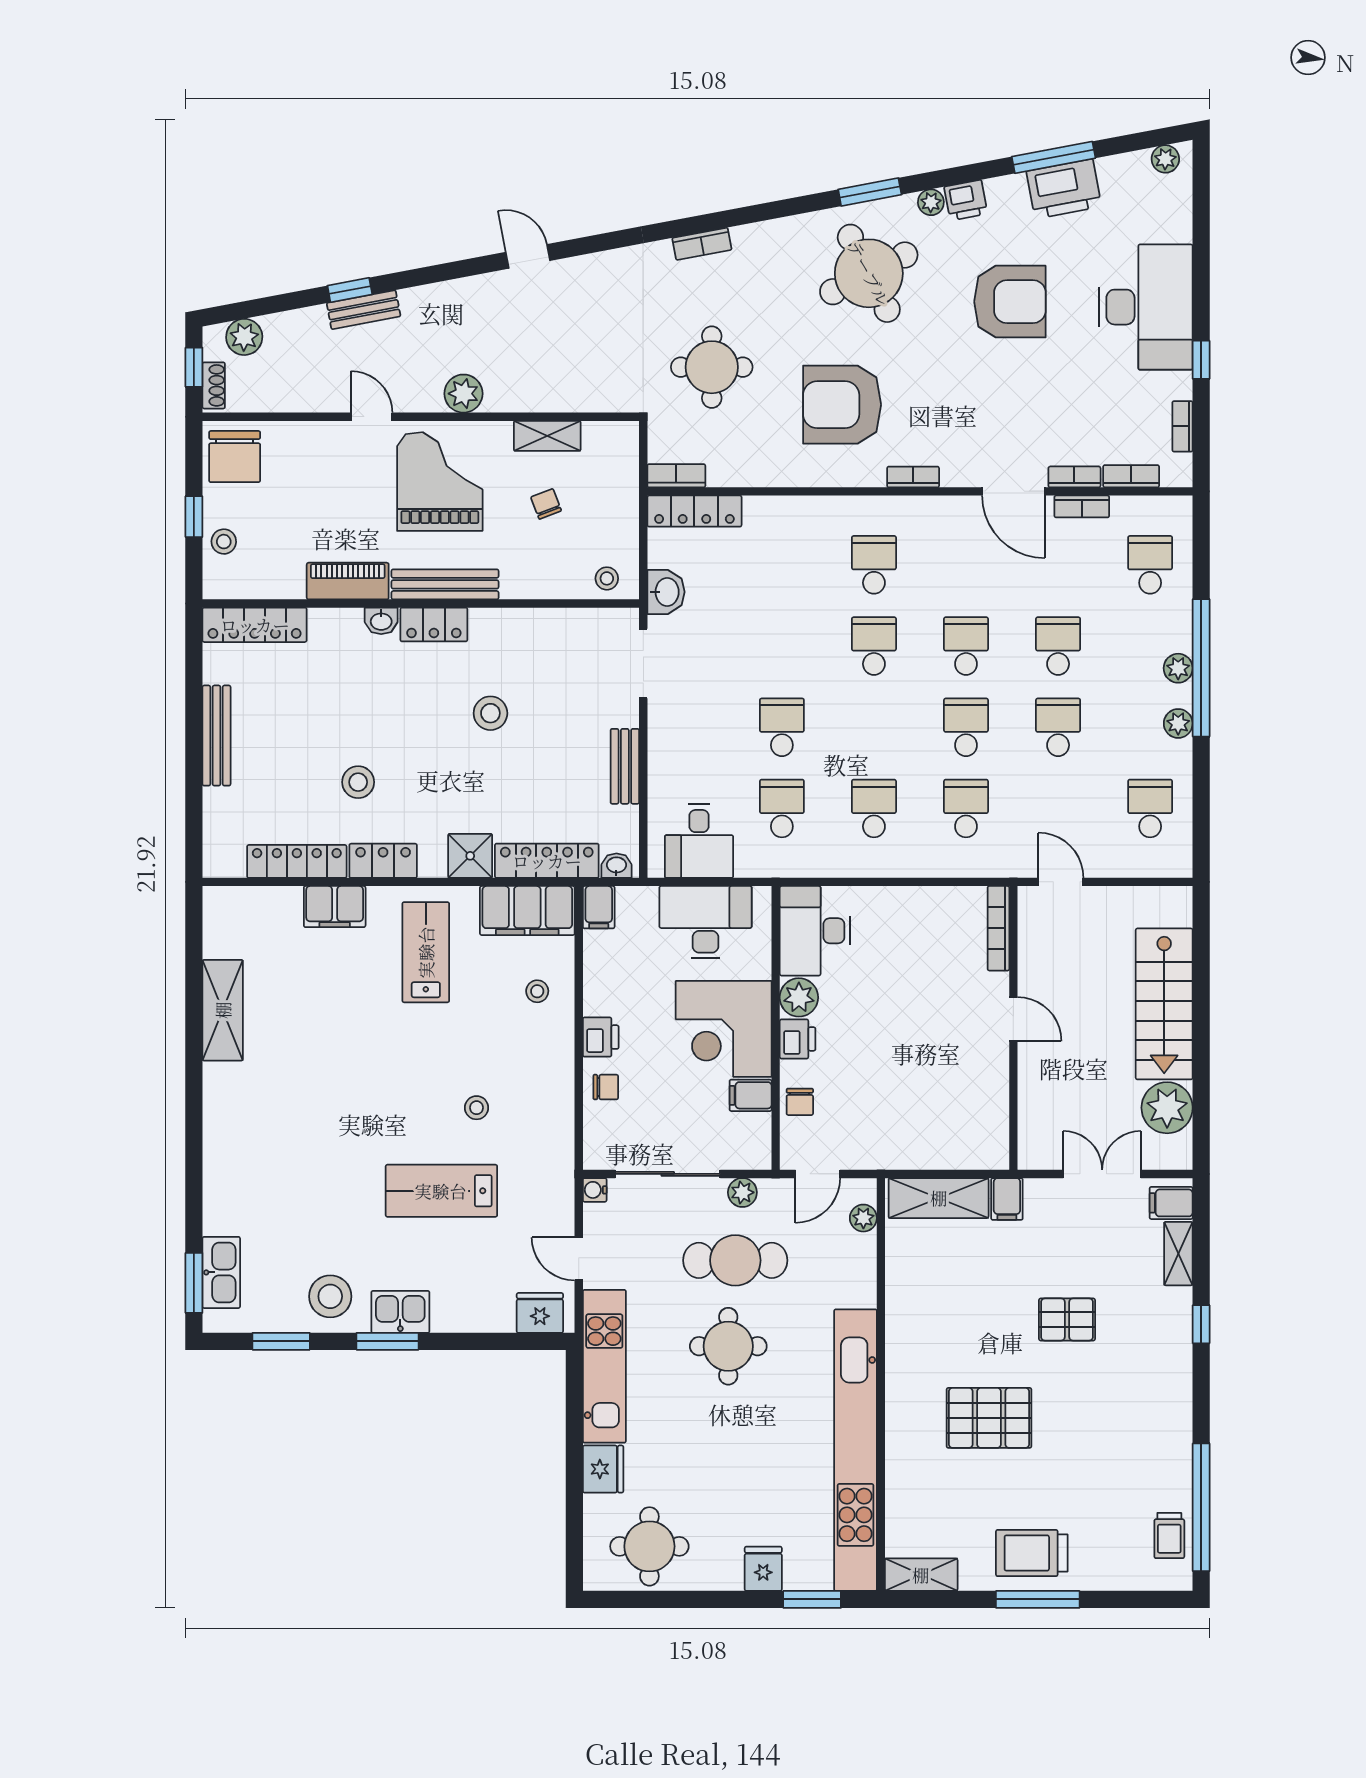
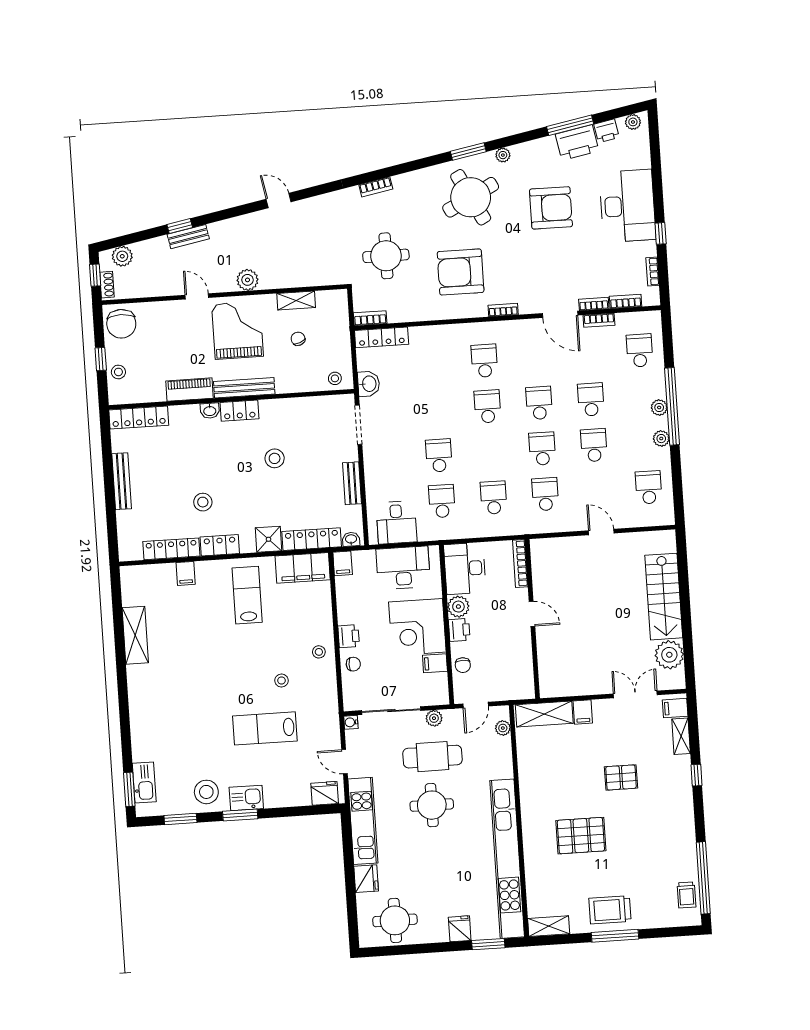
printer: (966, 200) -> (606, 131), moved
filing cabinet: (335, 907) -> (186, 573), width x0.50
bookcase: (998, 928) -> (520, 563), moved
stool: (537, 991) -> (319, 652), moved
door: (1013, 1019) -> (532, 614), moved
wall: (1013, 1028) -> (532, 619), moved

